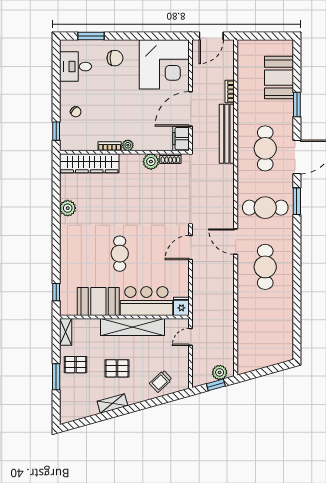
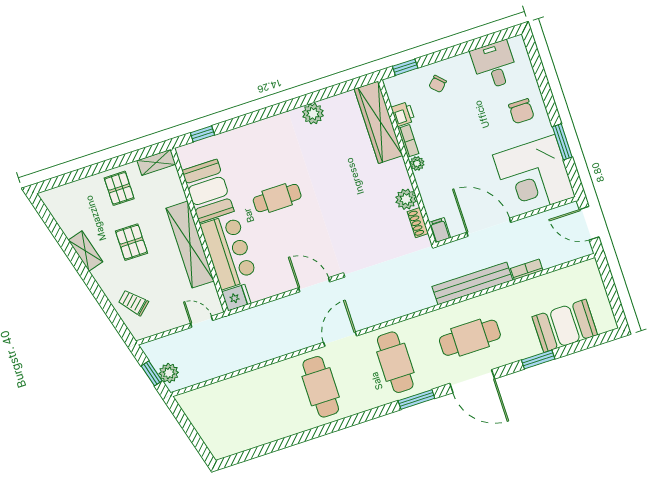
window: (91, 36) -> (562, 142), moved
filing cabinet: (181, 139) -> (440, 230), width x0.50
printer: (89, 144) -> (403, 114), added
cafe table: (265, 267) -> (321, 387), turned 90
window: (56, 377) -> (96, 169), removed

